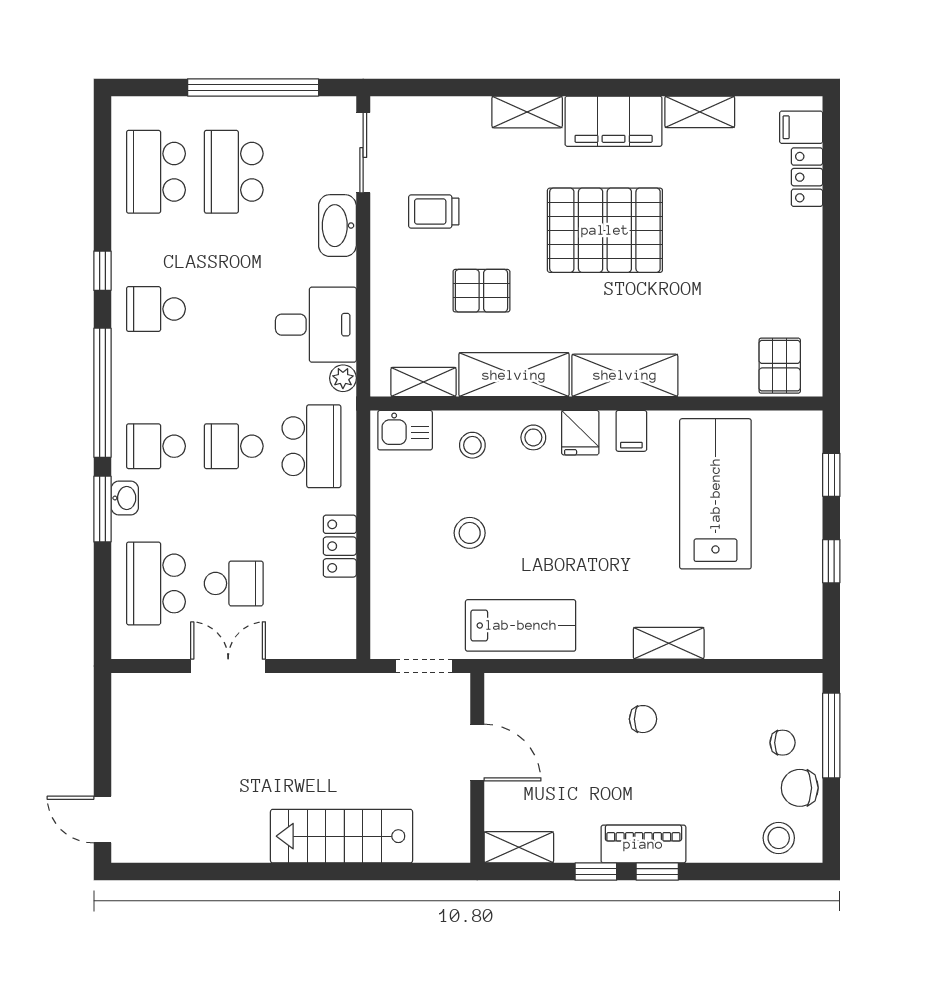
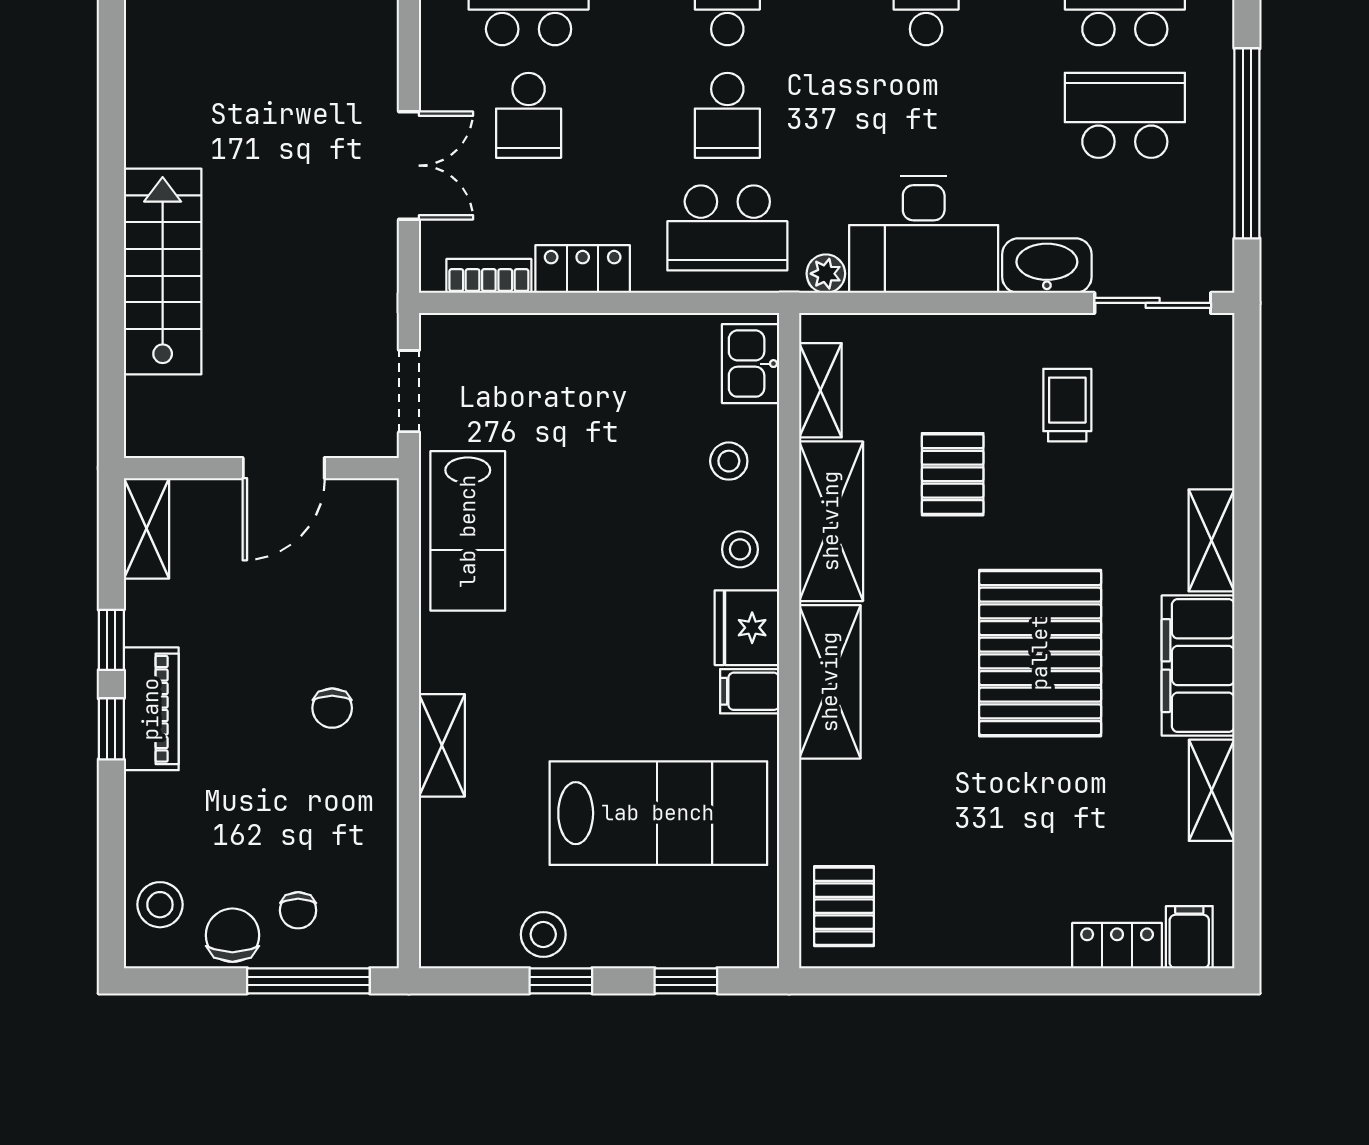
desk: (316, 325) -> (924, 234), width x1.37
pallet: (780, 366) -> (844, 906), turned 90
fridge: (580, 433) -> (747, 628), width x1.38
school desk: (234, 446) -> (727, 115), turned 180
stool: (470, 533) -> (543, 934), moved
bookcase: (345, 611) -> (489, 276), added
double door: (228, 666) -> (409, 166), moved

